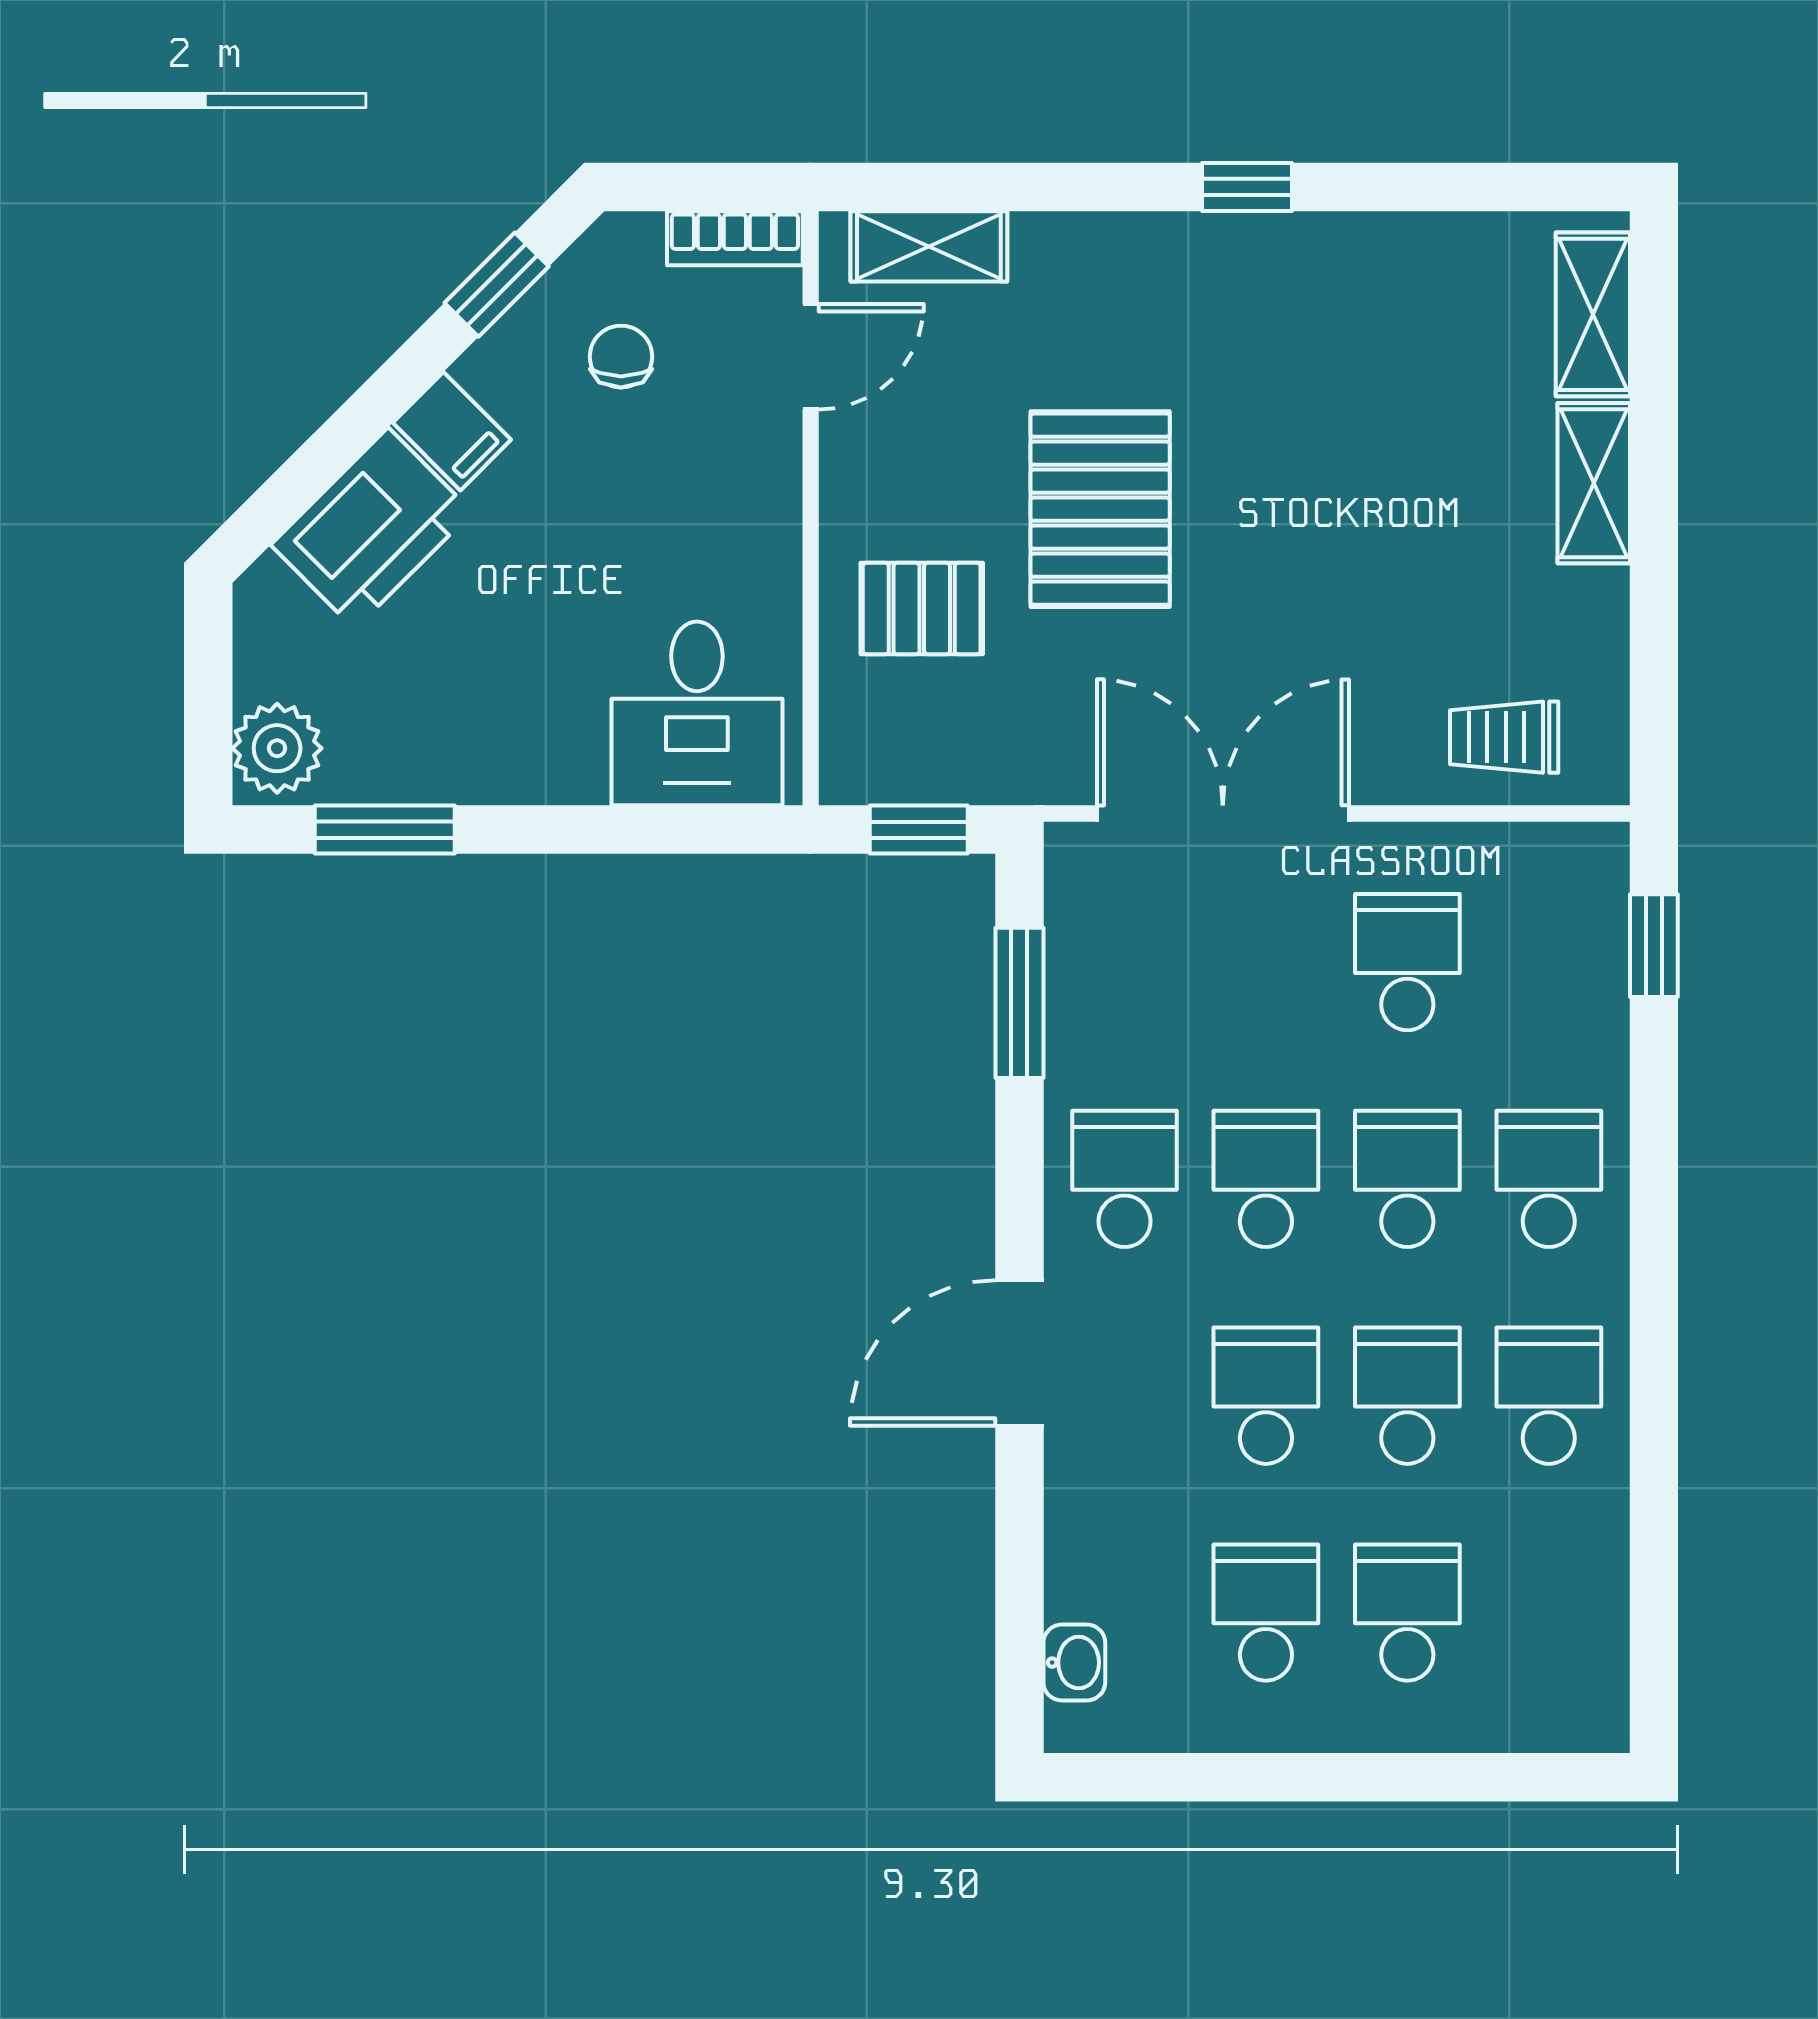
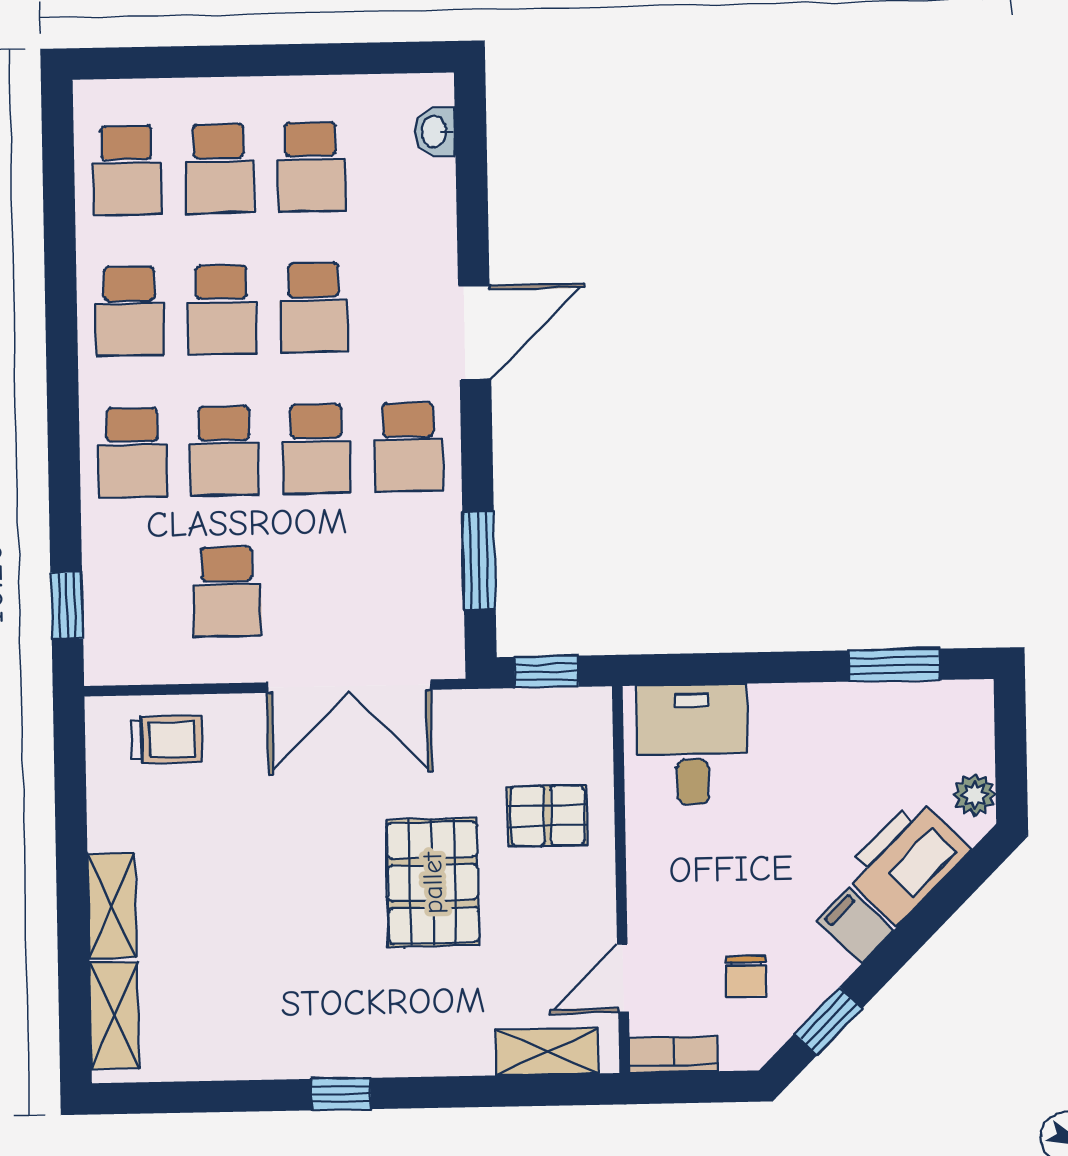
plant: (277, 748) -> (975, 795), moved, width x0.73, depth x0.73
school desk: (1549, 1613) -> (127, 170), added

